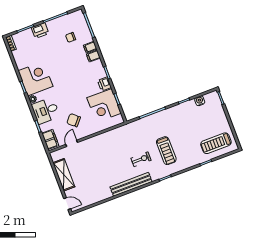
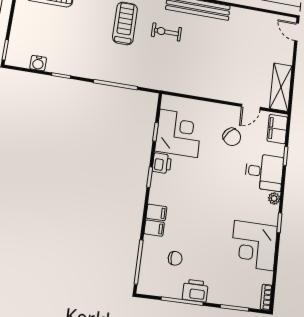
printer: (40, 31) -> (195, 291), moved
corner desk: (36, 79) -> (254, 245), moved
shelving: (64, 175) -> (281, 87), moved

